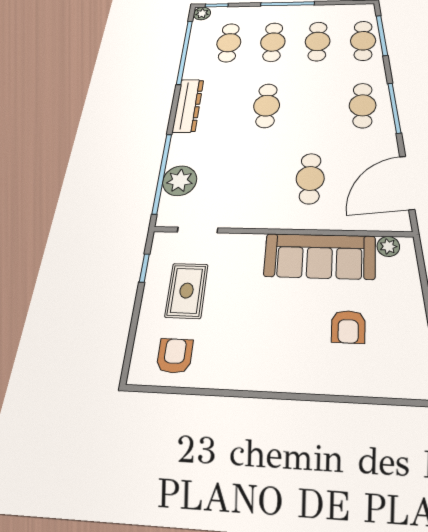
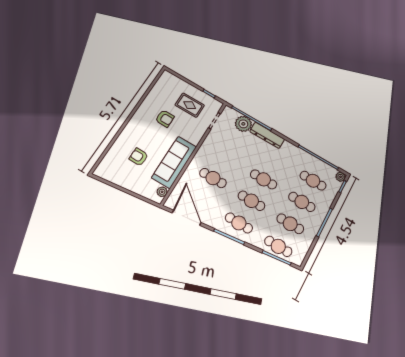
cafe table: (314, 105) -> (251, 201), added
dresser: (188, 106) -> (267, 135), moved
armchair: (175, 356) -> (165, 118), moved

